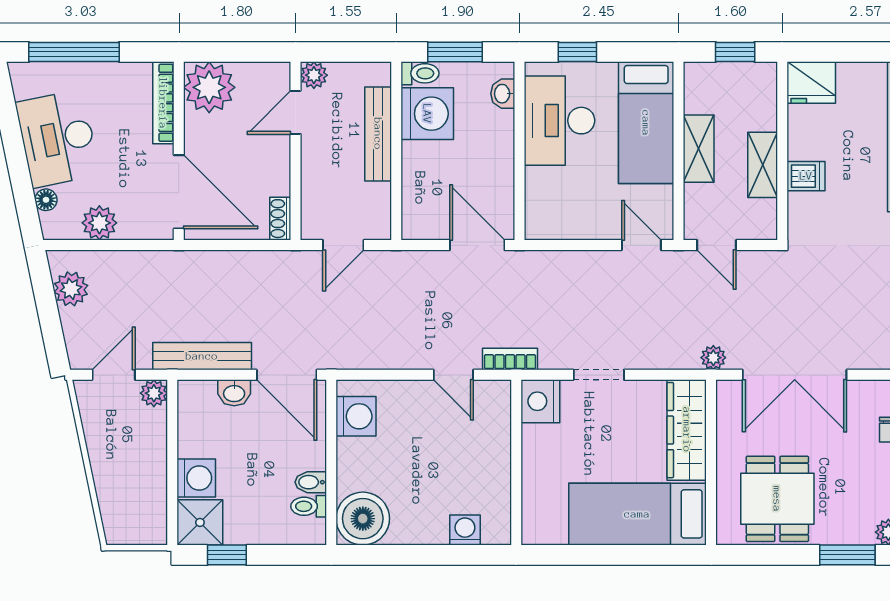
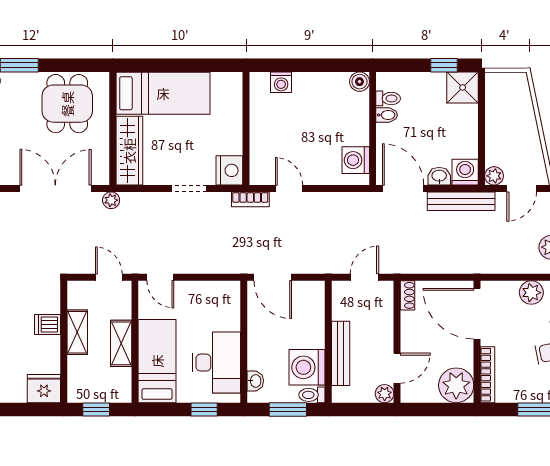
washing machine: (196, 478) -> (465, 172), moved, turned 90
boiler: (363, 519) -> (359, 82), width x0.54, depth x0.54

